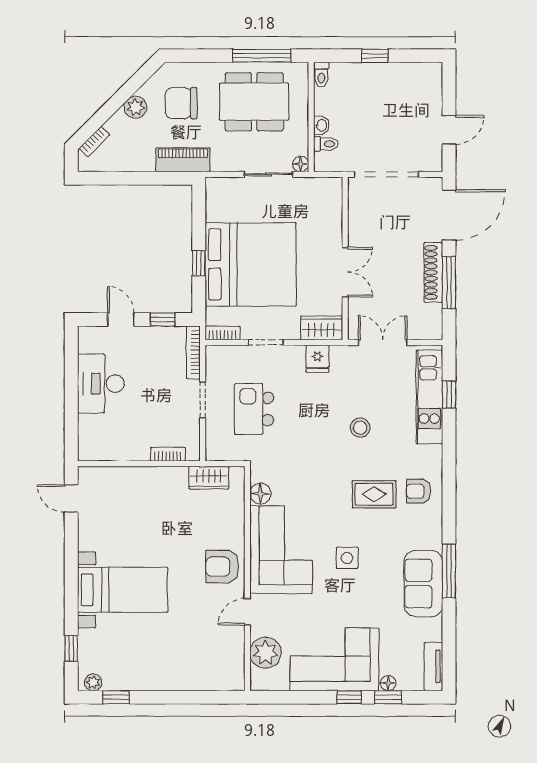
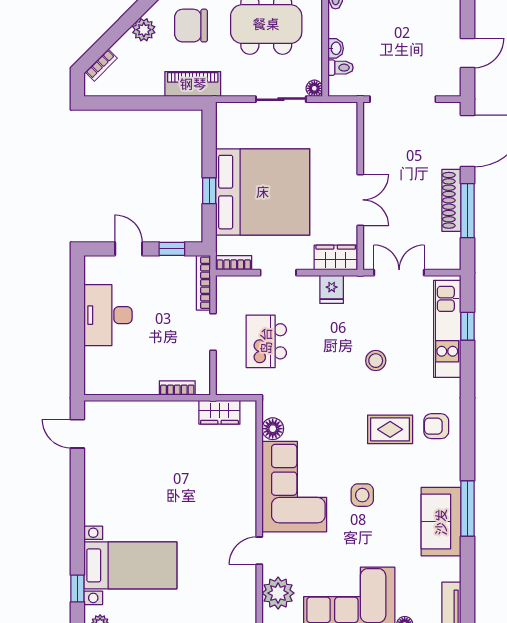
armchair: (222, 567) -> (233, 504), removed
bed with nightstands: (123, 590) -> (130, 565), moved

